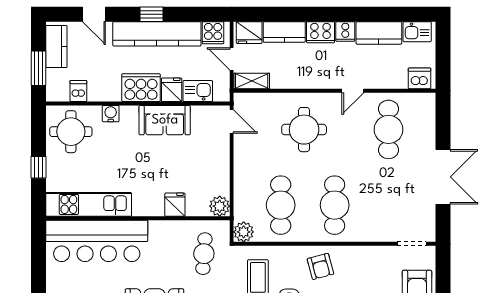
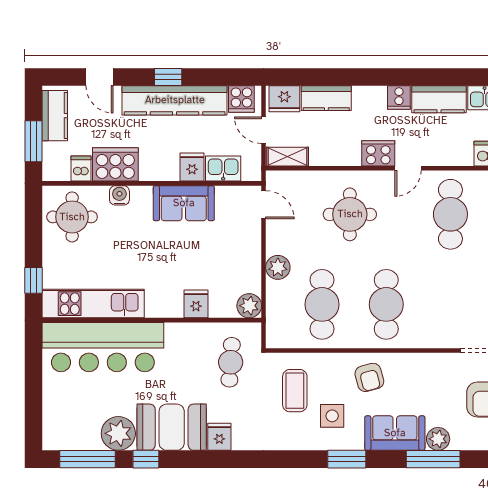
cooker: (321, 32) -> (378, 153), moved, turned 180
cooker: (141, 88) -> (115, 164), moved
window: (38, 167) -> (33, 280), moved
plant: (244, 232) -> (278, 267), moved

